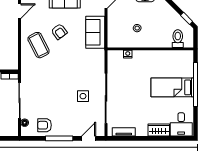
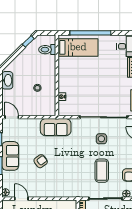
sofa: (95, 32) -> (56, 127), moved
coffee table: (39, 45) -> (102, 171), moved, turned -63
bed: (172, 87) -> (78, 47), moved, turned -90

